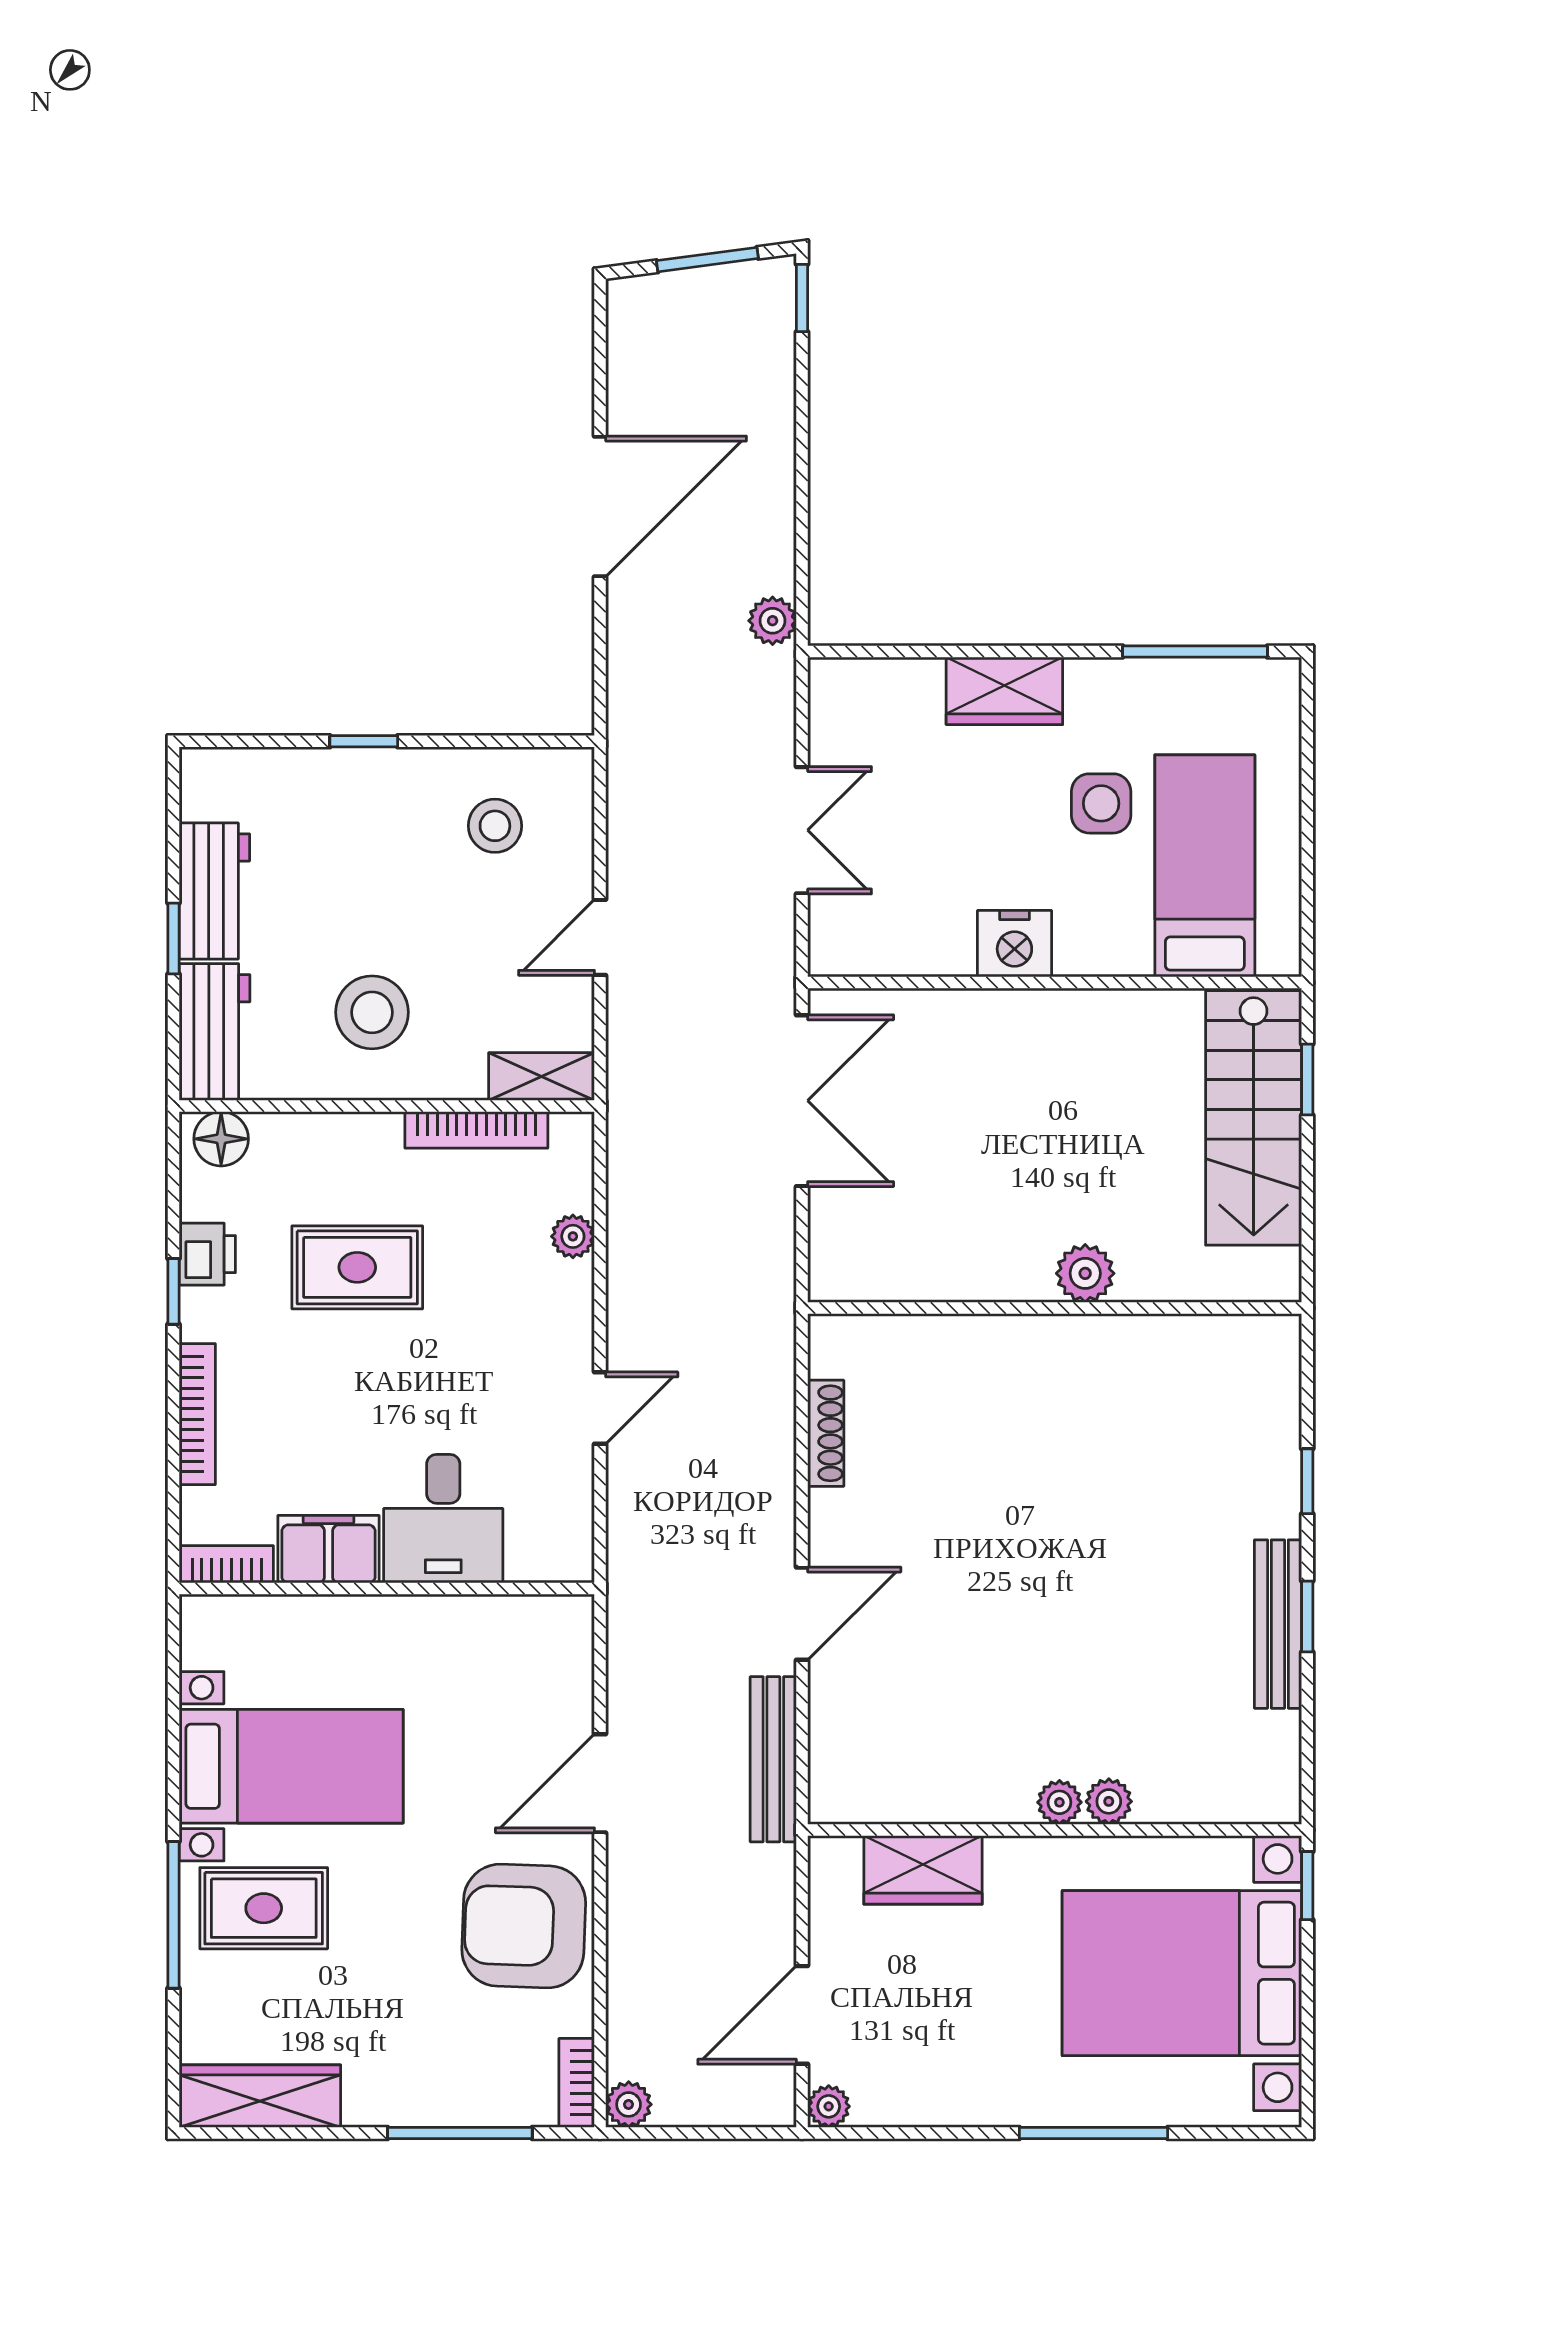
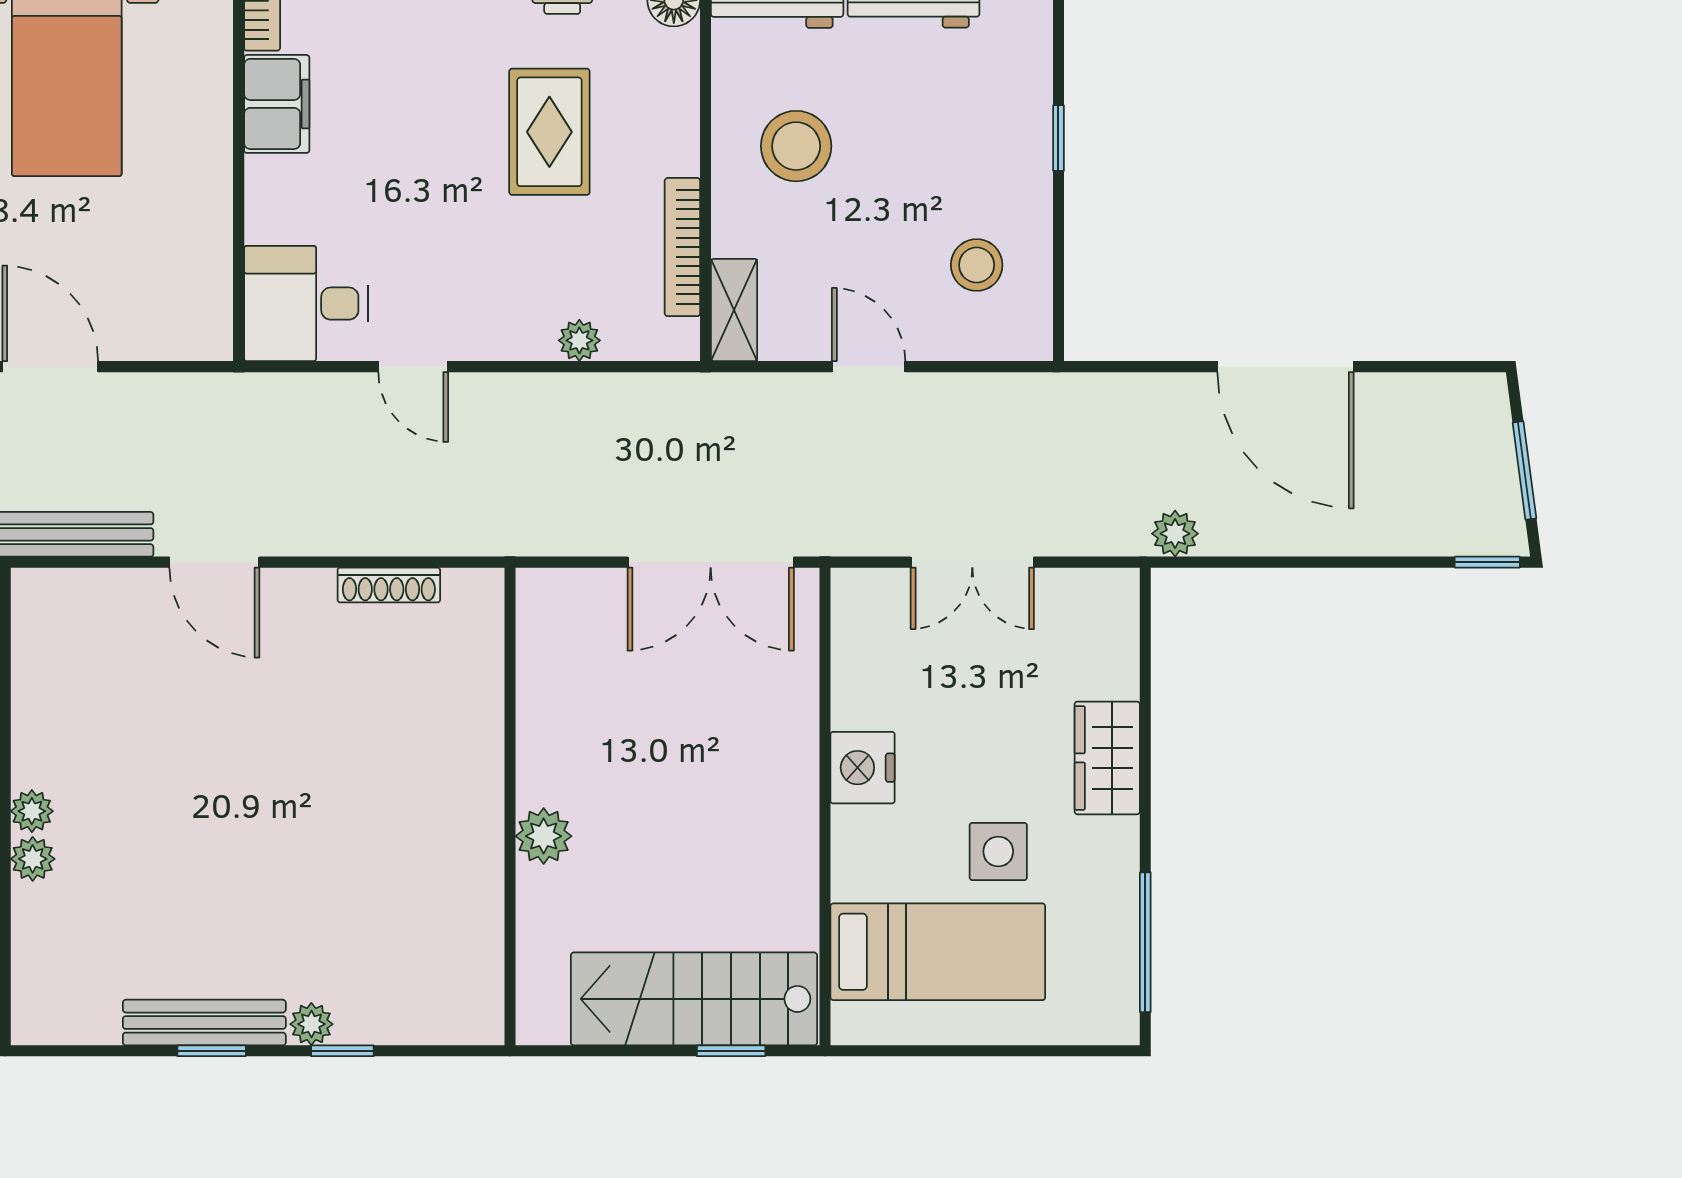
plant: (1279, 1513) -> (311, 1024), added
desk: (443, 1519) -> (306, 304), moved

